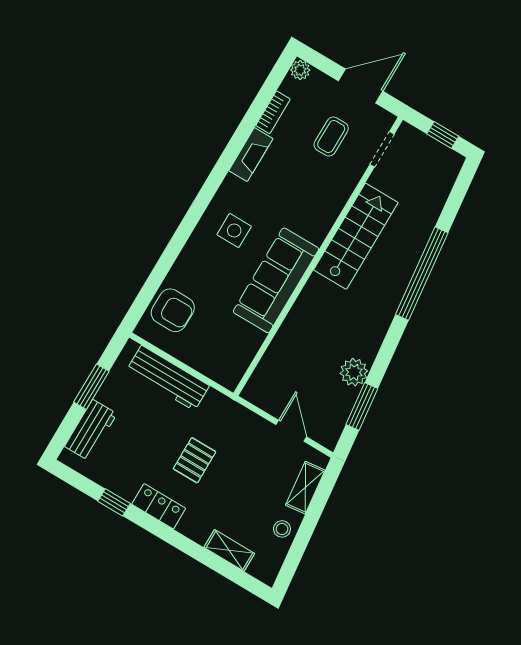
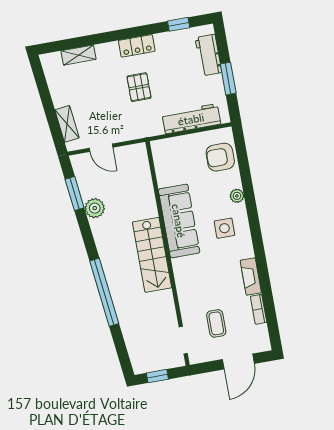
plant: (300, 70) -> (237, 196), moved
door: (361, 86) -> (238, 361), moved
stairs: (356, 236) -> (152, 255), moved
window: (114, 502) -> (179, 24), moved
stool: (282, 529) -> (60, 91), removed

